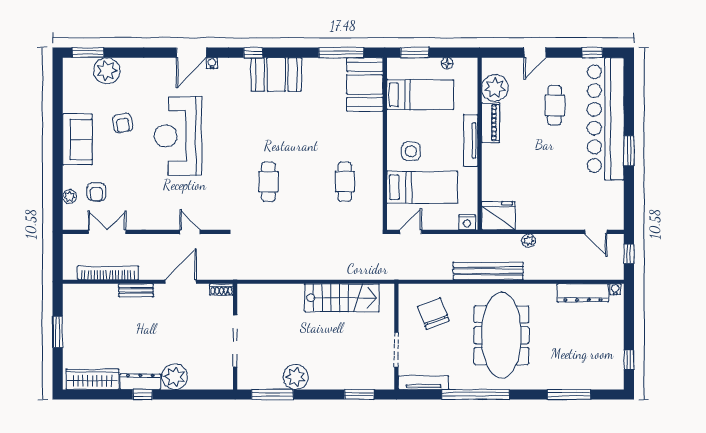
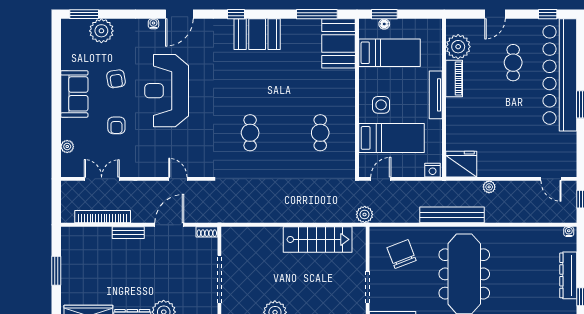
water cooler: (212, 63) -> (153, 24), moved
floor lamp: (447, 63) -> (384, 24), moved
armchair: (96, 192) -> (116, 125), moved
plant: (393, 271) -> (365, 214), added
dresser: (583, 293) -> (568, 275), moved, turned 90

